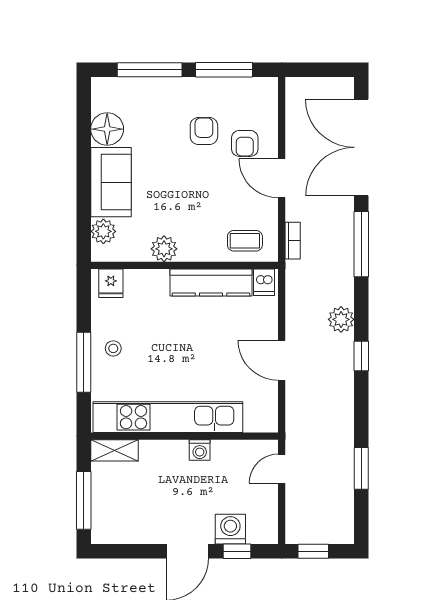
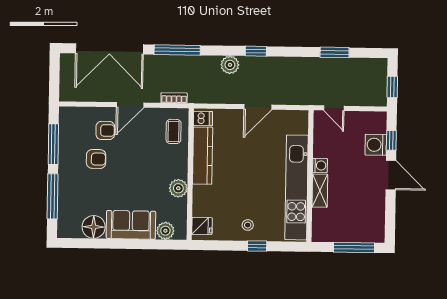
armchair: (204, 131) -> (96, 159), turned 180
window: (84, 362) -> (257, 246), width x0.46
shelving: (114, 450) -> (320, 191), moved

